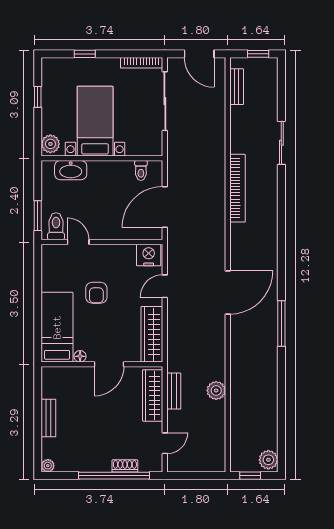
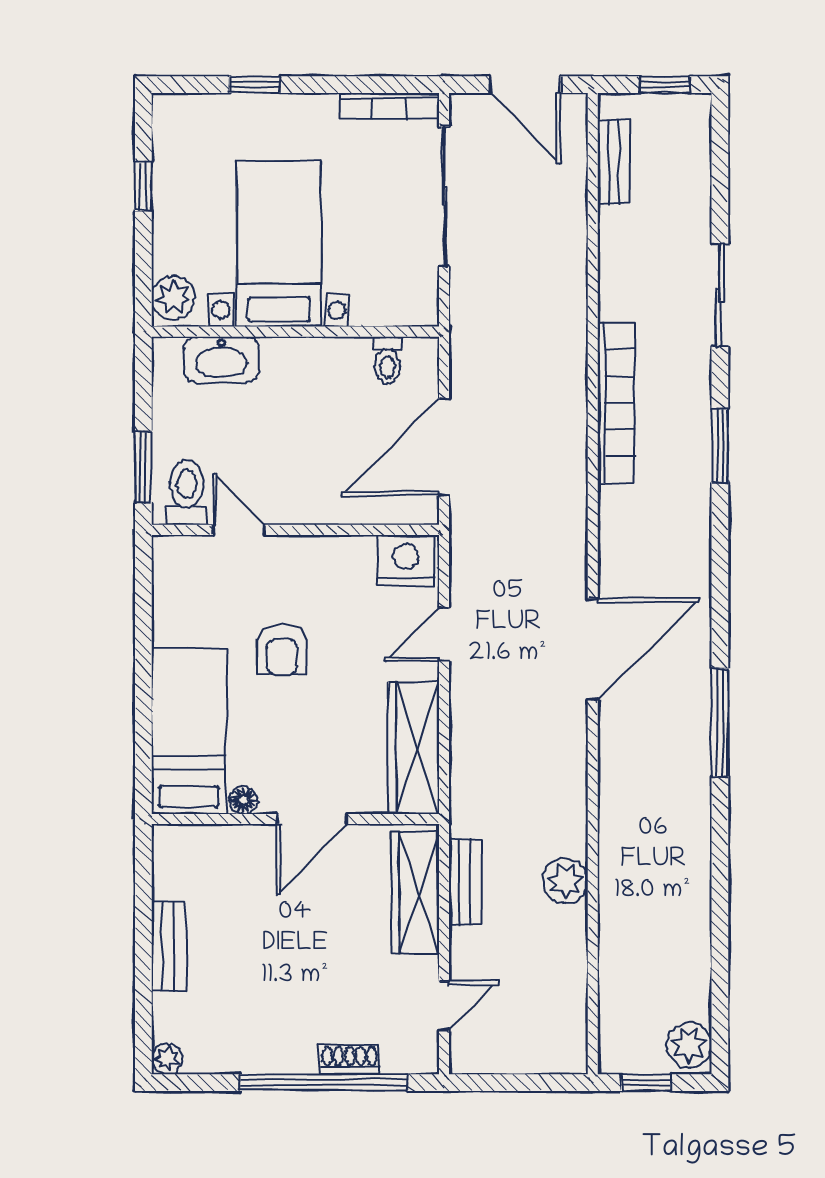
window: (281, 206) -> (720, 445), added

